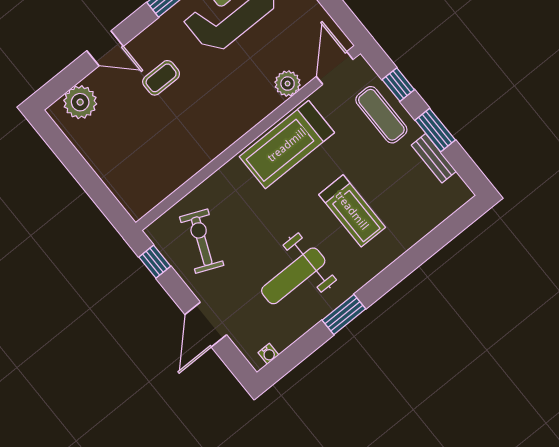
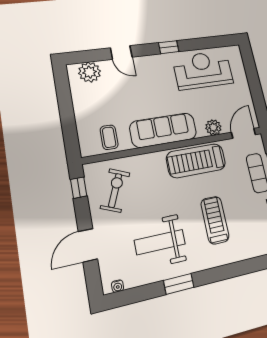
coffee table: (161, 78) -> (109, 137), moved, turned 90
sofa: (221, 127) -> (163, 130), added
treadmill: (352, 211) -> (215, 220), turned 180

